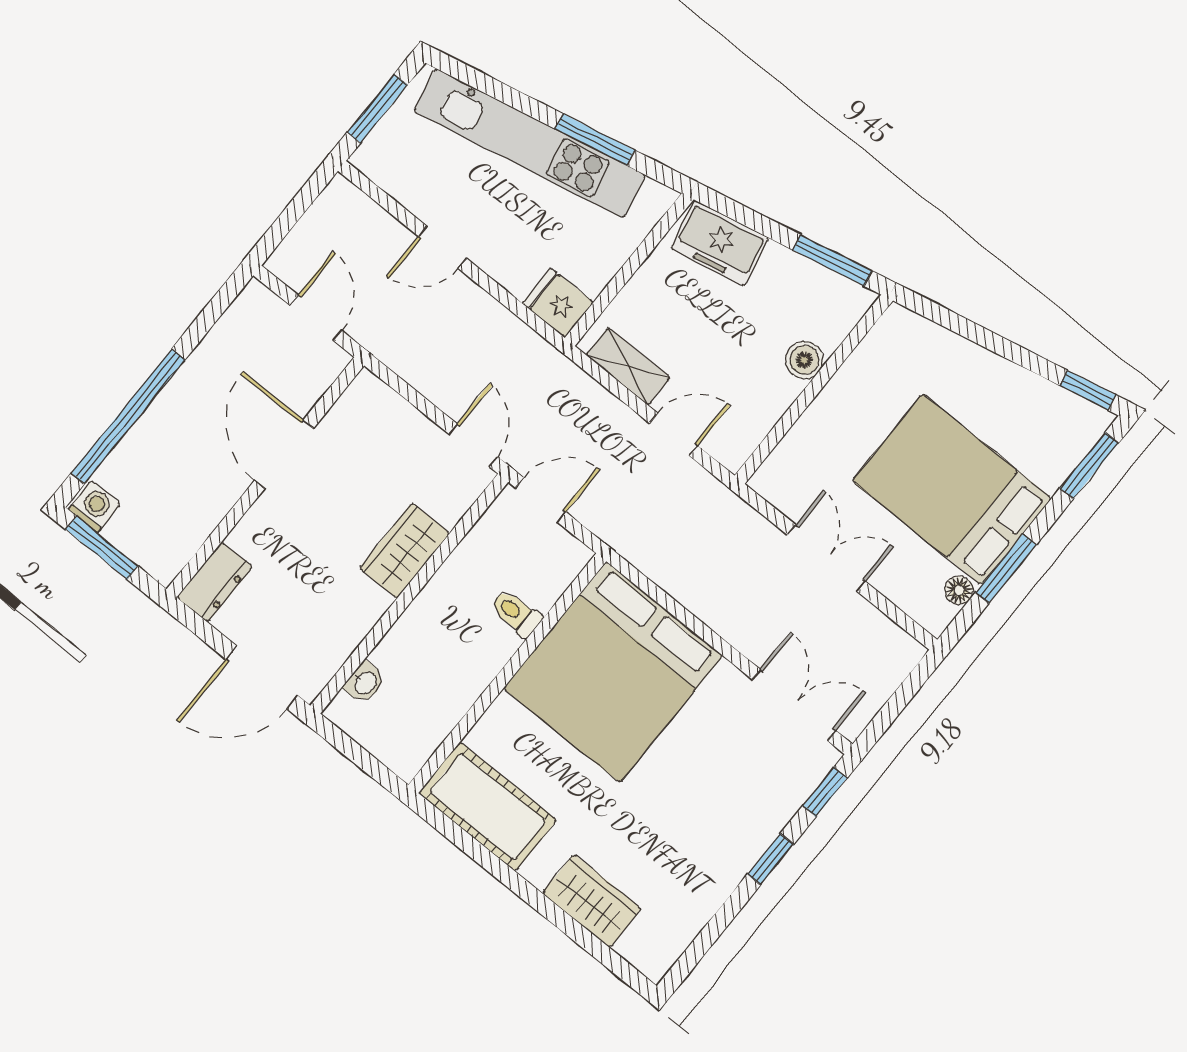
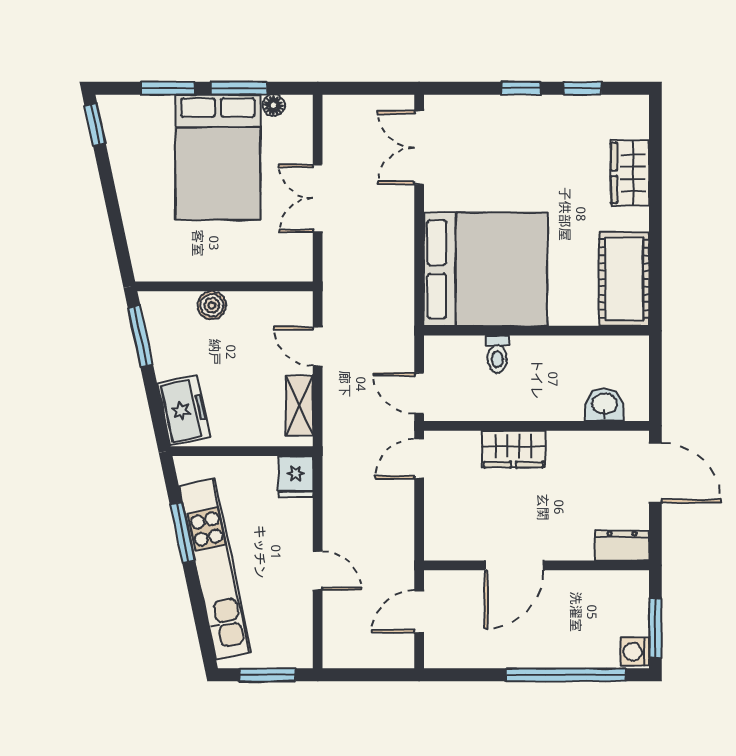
window: (1089, 466) -> (167, 88), moved
washbasin: (365, 683) -> (604, 405), width x1.38, depth x1.45
window: (825, 792) -> (582, 88), moved

